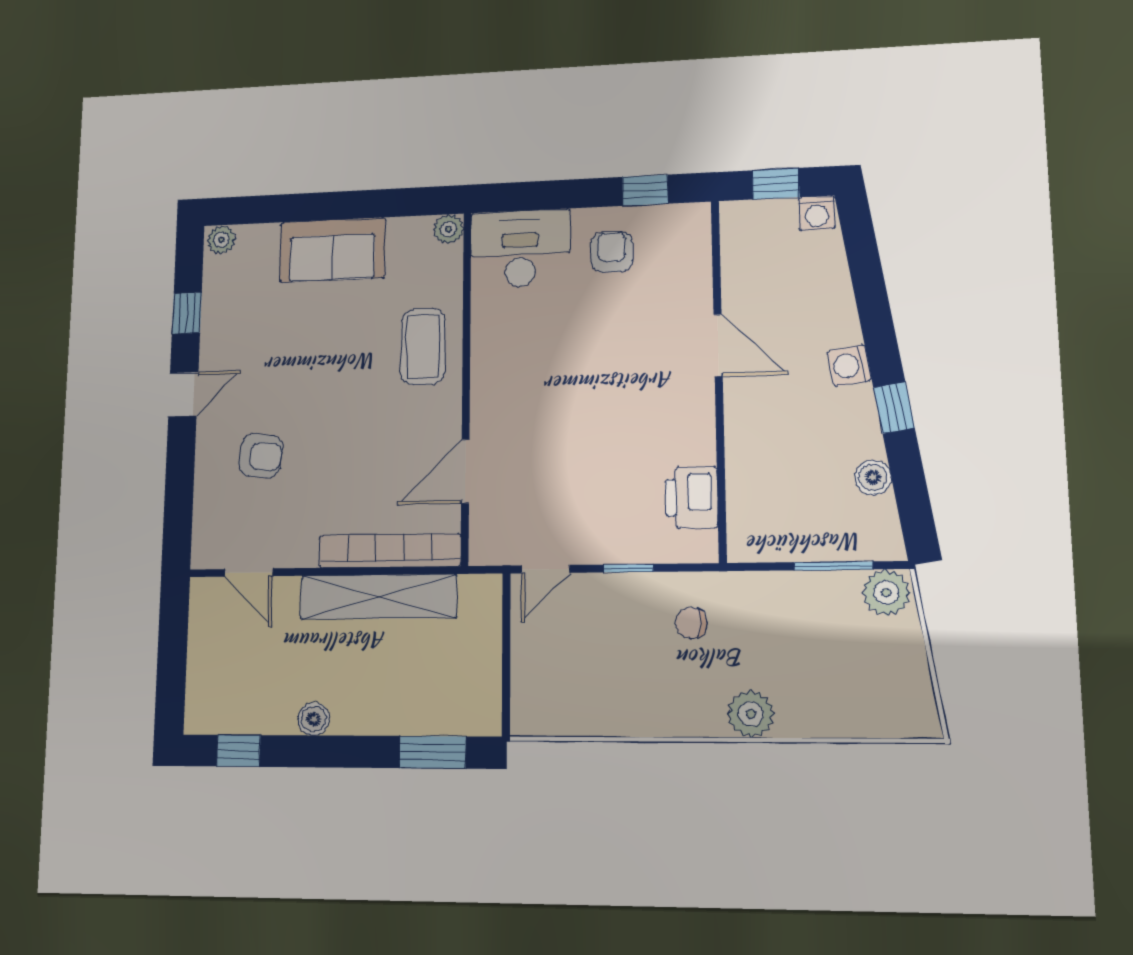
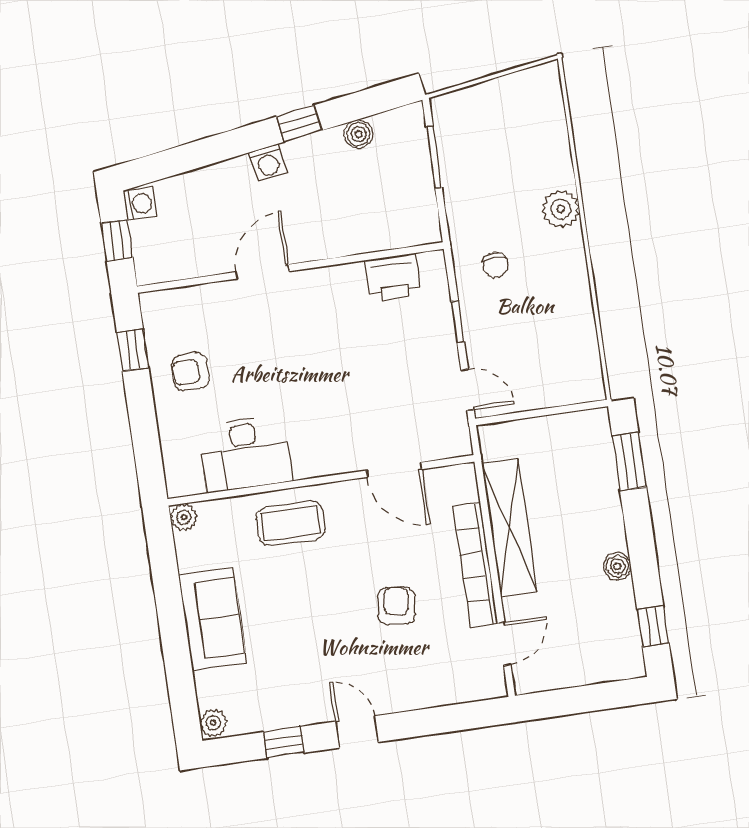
desk: (520, 248) -> (245, 453), moved, turned -90
armchair: (261, 456) -> (396, 606), moved
bookcase: (390, 551) -> (475, 565), moved
plant: (886, 593) -> (450, 114), removed

